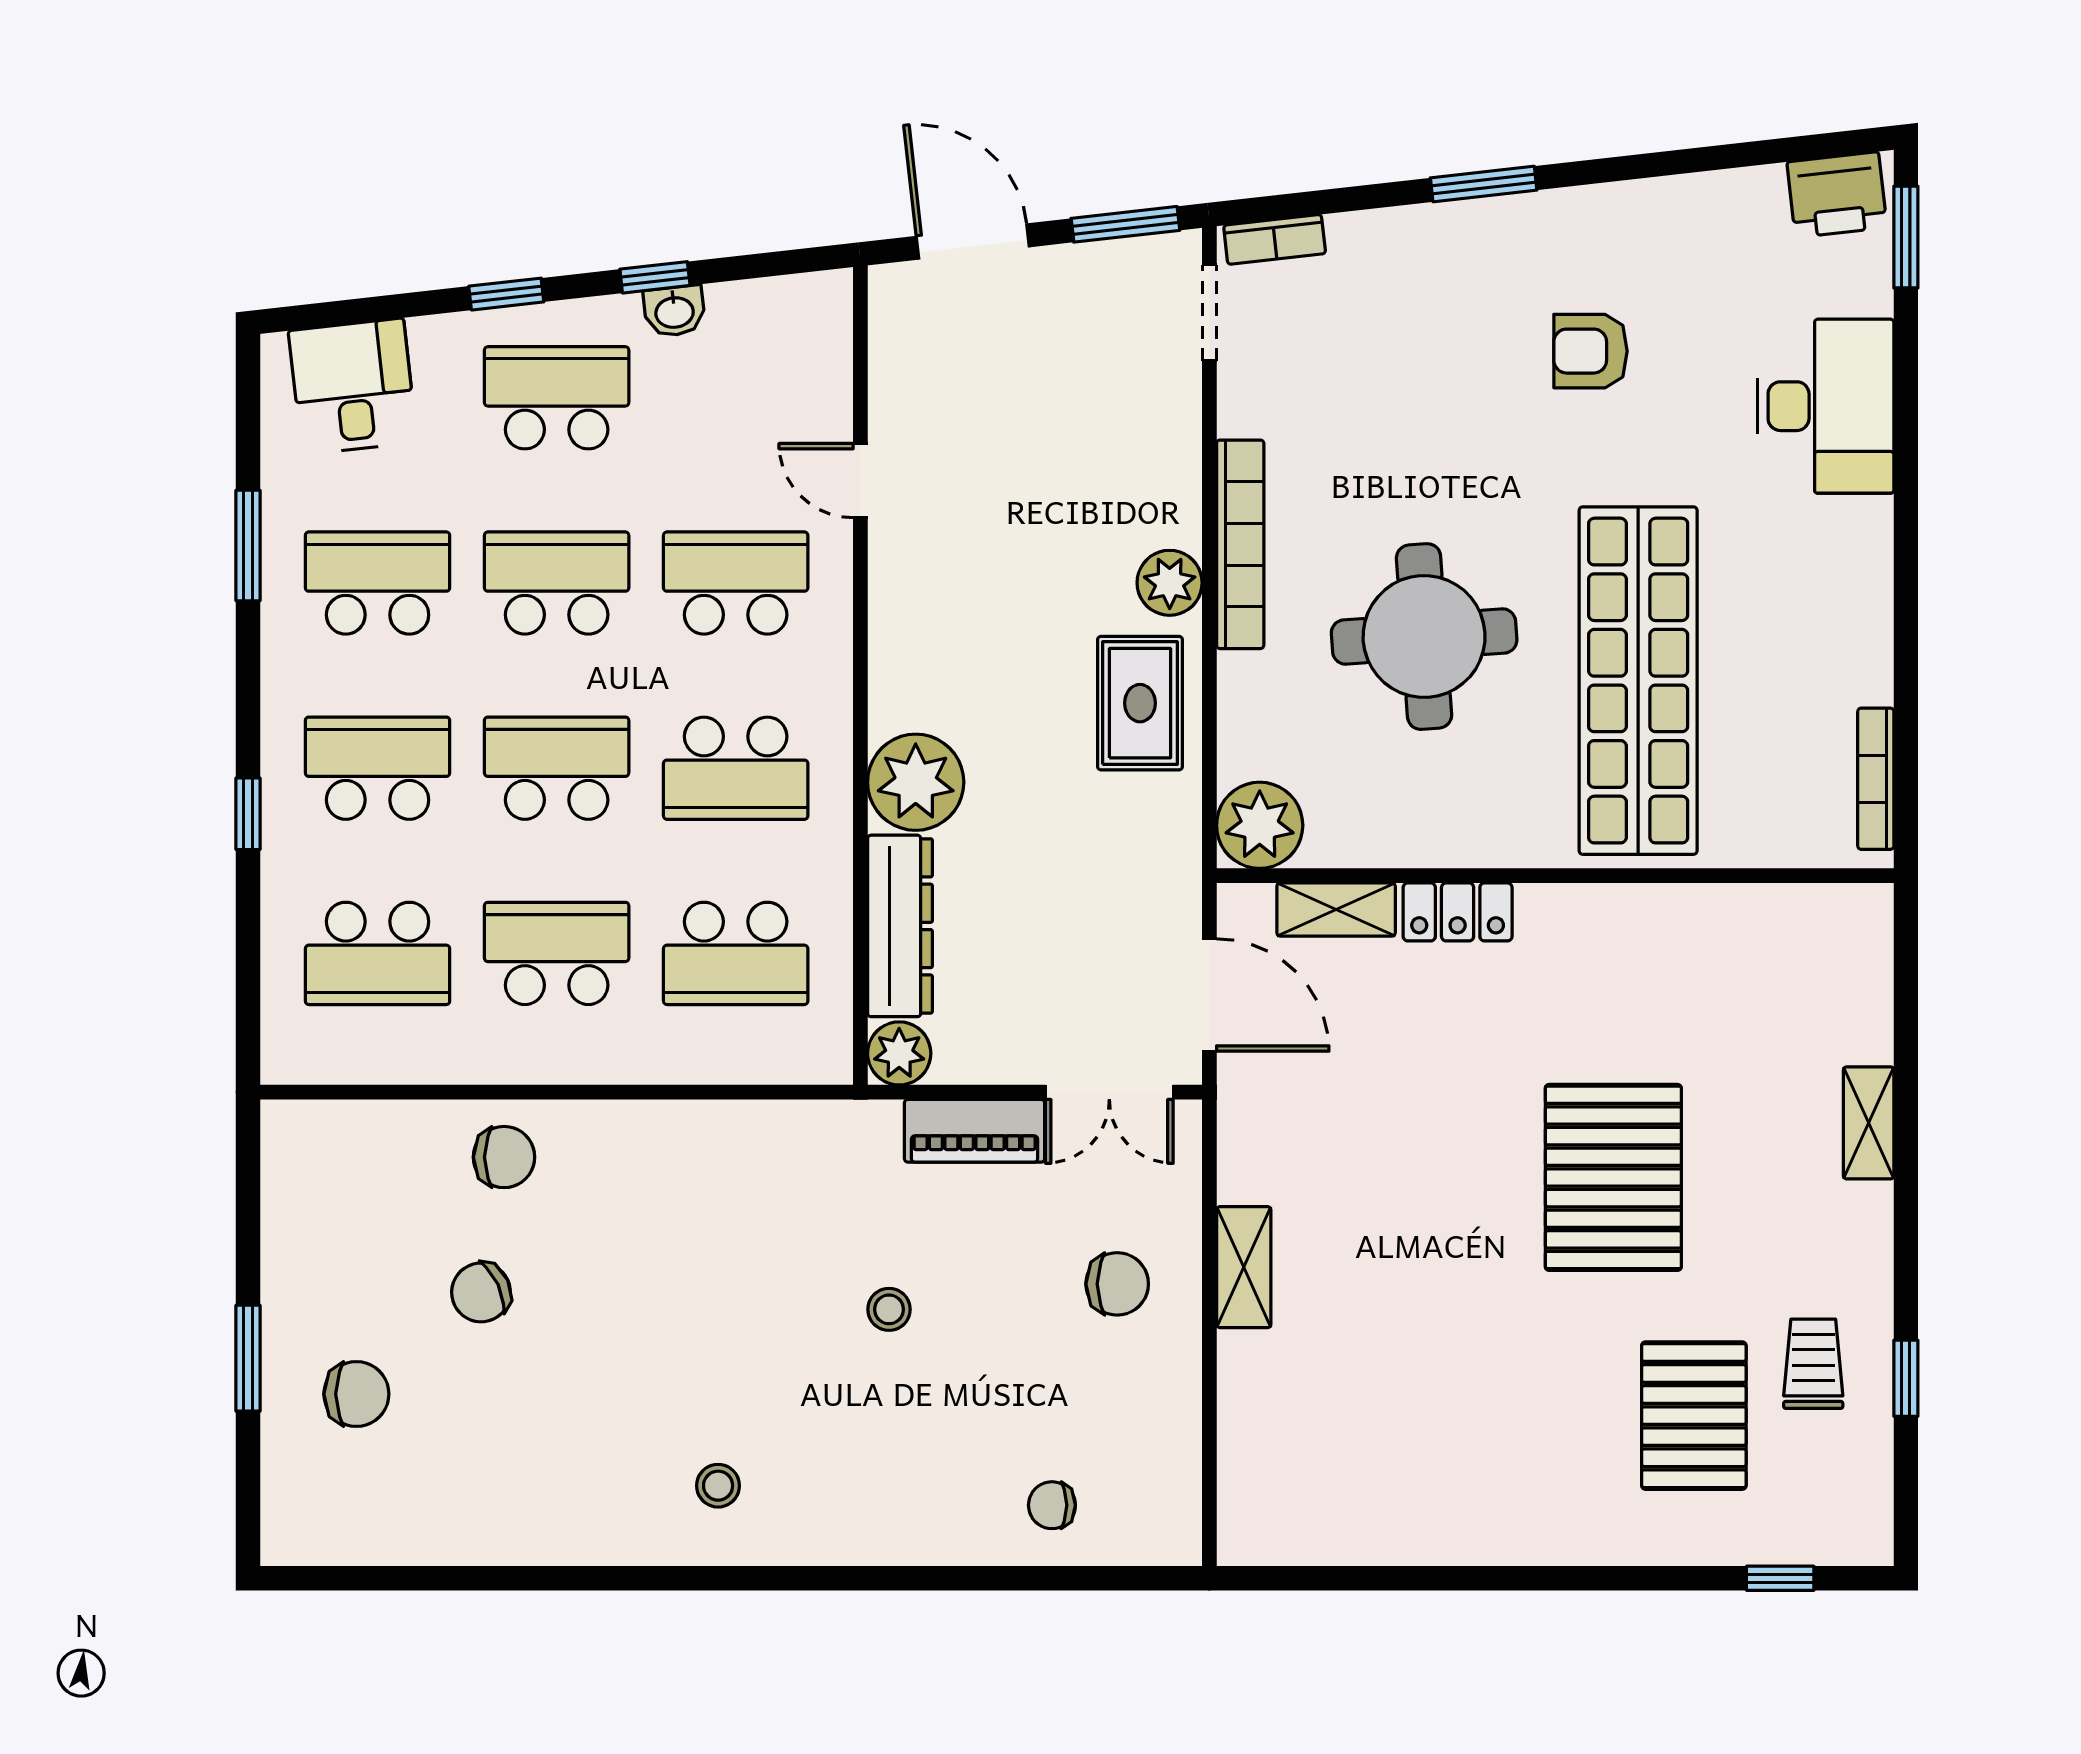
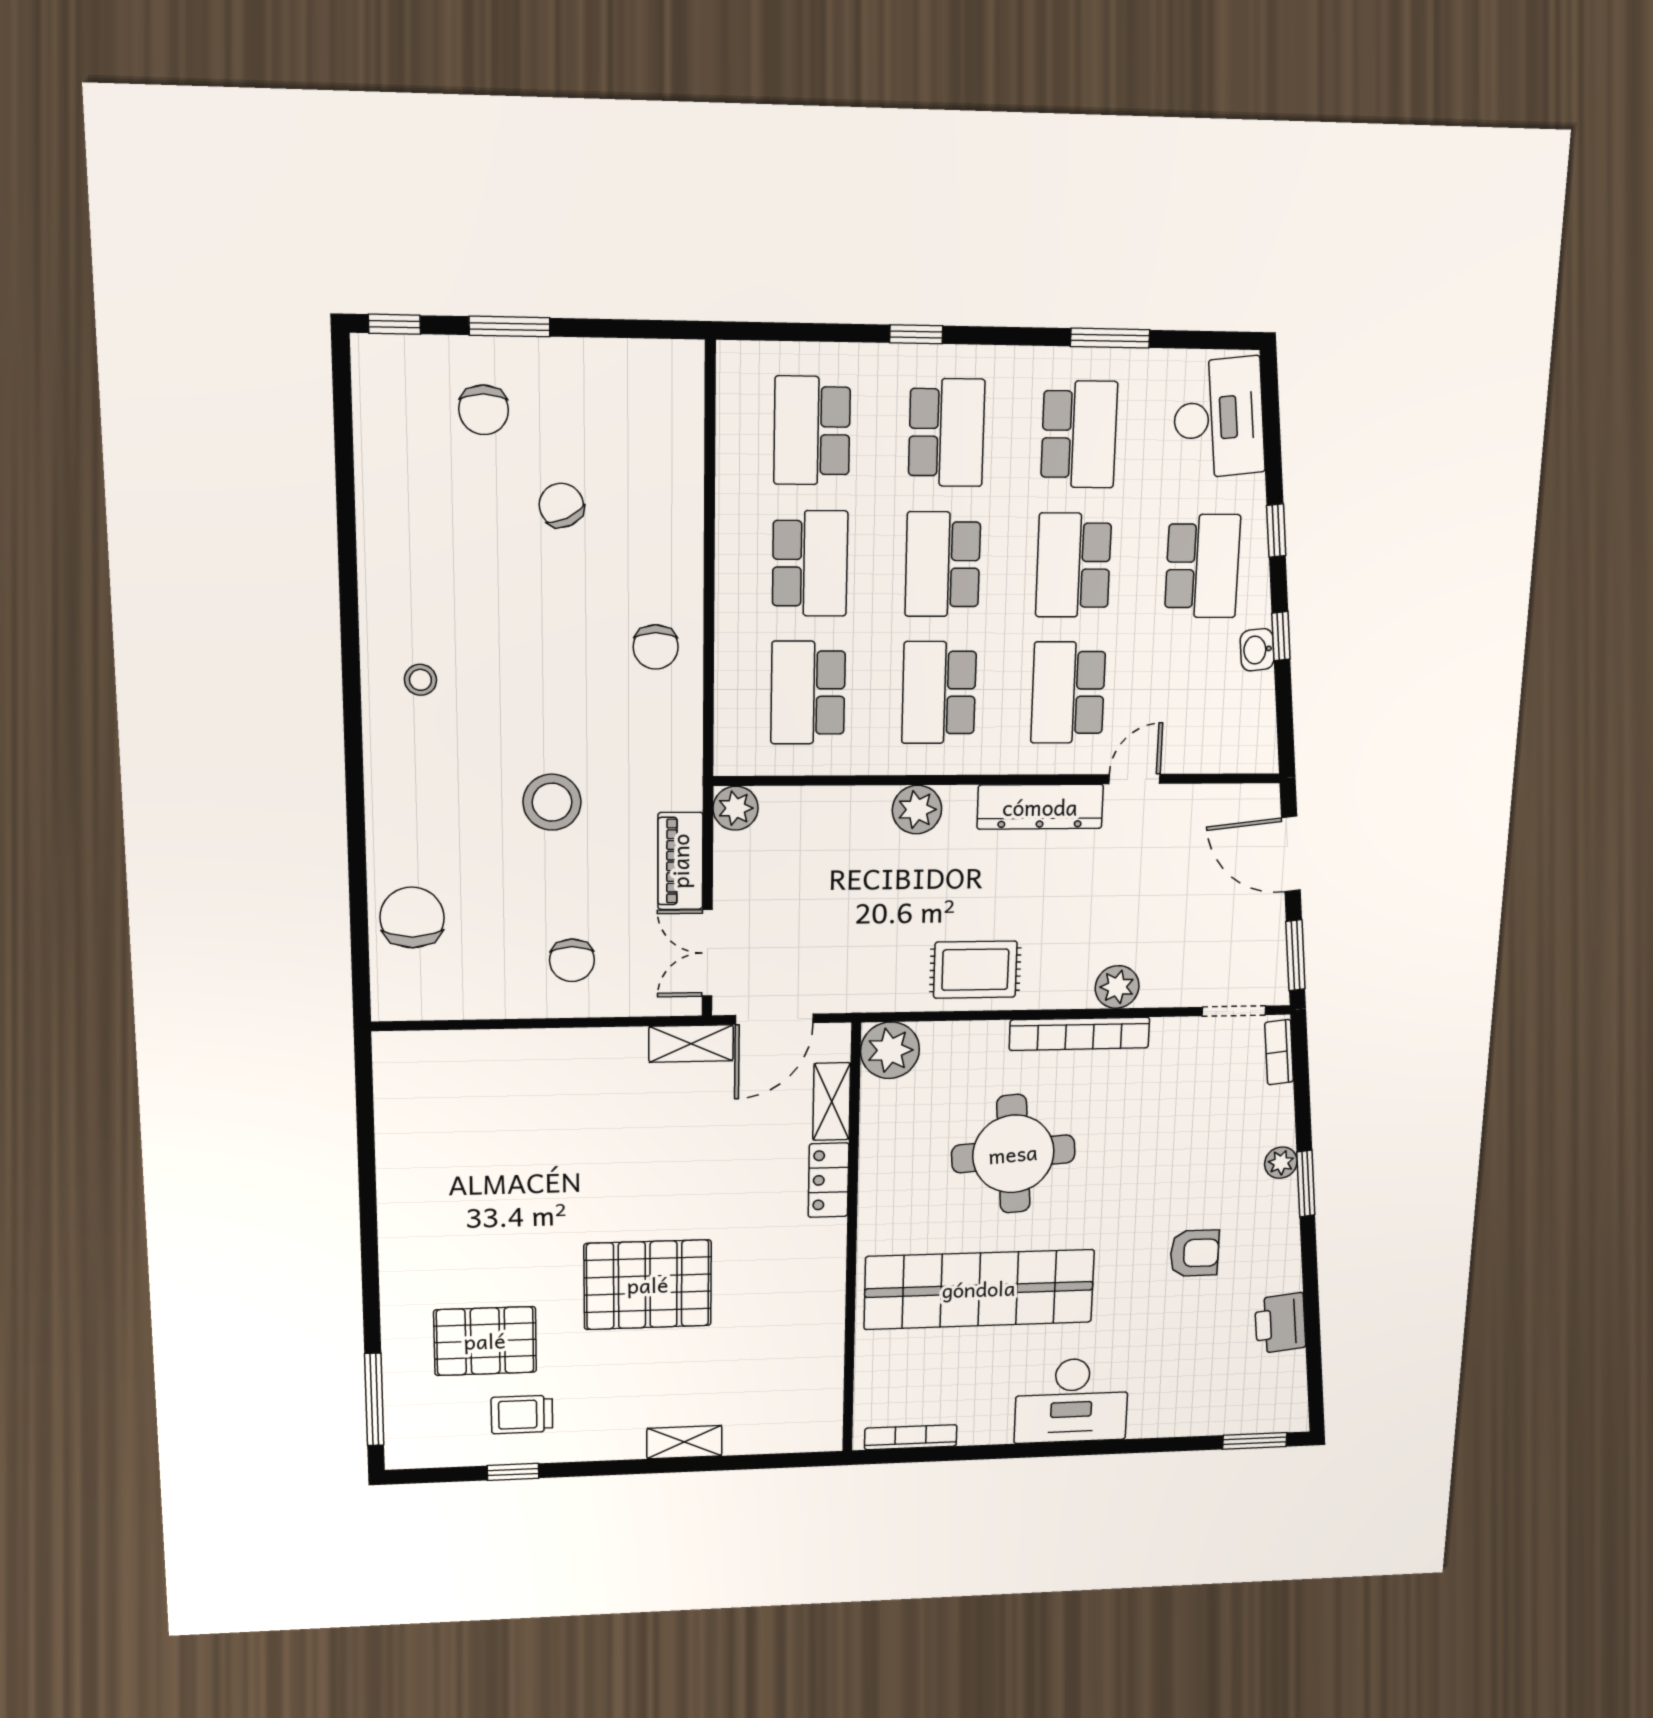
printer: (1837, 195) -> (1280, 1323), moved
plant: (1449, 225) -> (1281, 1163), added
door: (973, 242) -> (1291, 854), swing flipped
armchair: (1590, 351) -> (1195, 1253), turned 90
desk: (353, 386) -> (1219, 418), width x1.37
desk: (1825, 406) -> (1072, 1400), moved
school desk: (557, 583) -> (1074, 565), turned 180
school desk: (736, 583) -> (1068, 693), turned 180
plant: (1170, 583) -> (1117, 987), moved
school desk: (557, 768) -> (943, 564), turned 180
plant: (916, 782) -> (917, 810), width x0.73, depth x0.73
dresser: (900, 926) -> (1040, 807), moved
chair: (504, 1157) -> (656, 647), moved
shelving: (1244, 1267) -> (691, 1044), moved
stool: (889, 1309) -> (552, 802), width x1.89, depth x1.89
trolley: (1813, 1364) -> (522, 1414), turned 180
chair: (1052, 1505) -> (412, 918), width x1.87, depth x1.87
window: (248, 1508) -> (394, 324), added
window: (1780, 1578) -> (374, 1399), width x2.17

